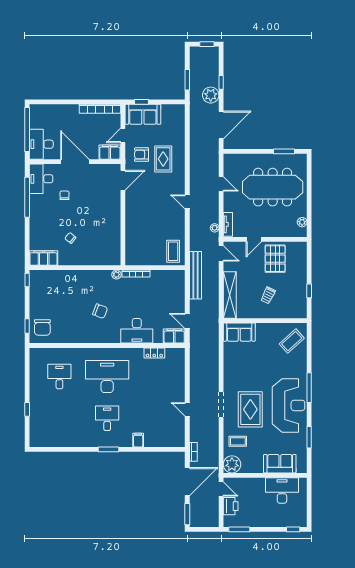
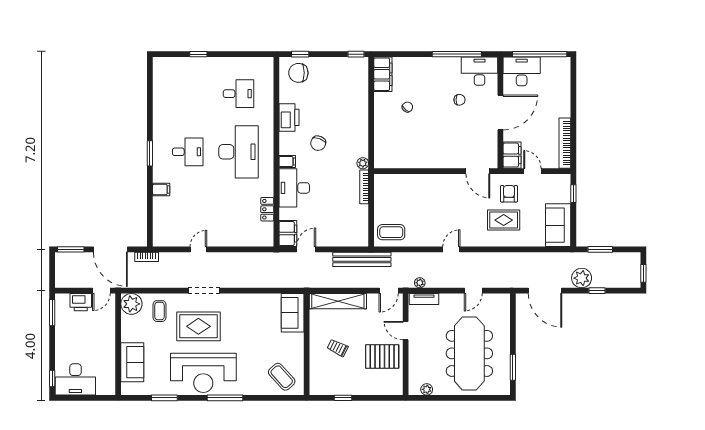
sofa: (143, 114) -> (558, 225), moved
printer: (79, 335) -> (289, 117), added
filing cabinet: (115, 337) -> (287, 161), added
desk: (282, 490) -> (75, 379), moved, turned 90

